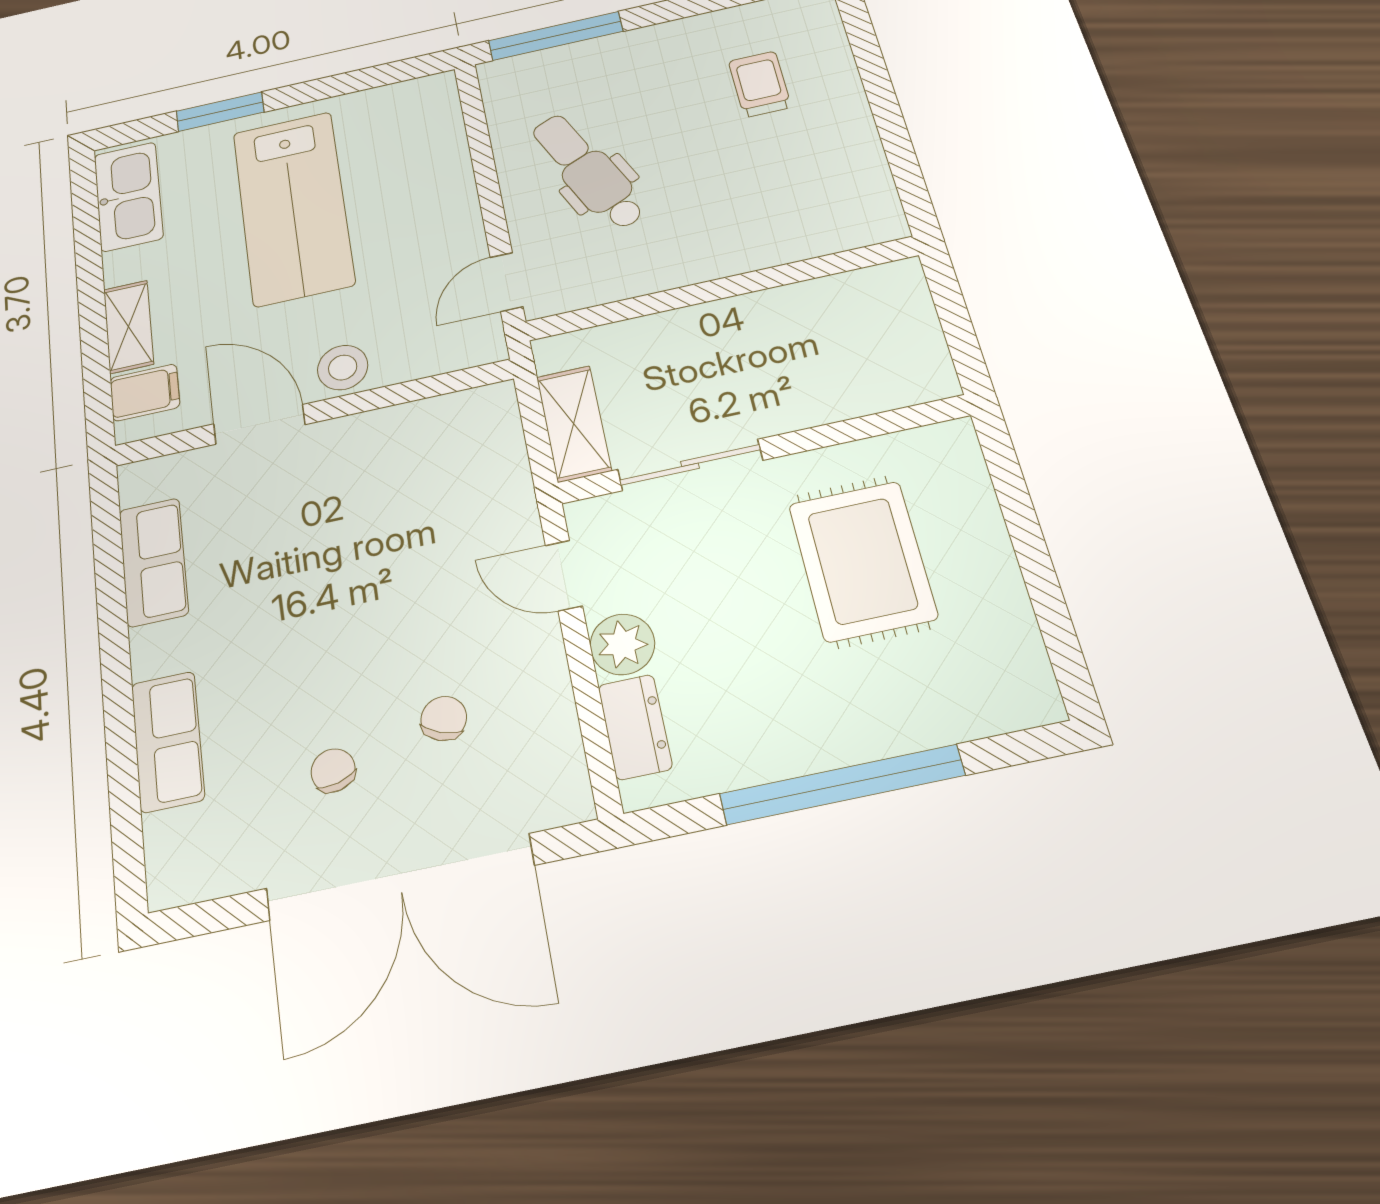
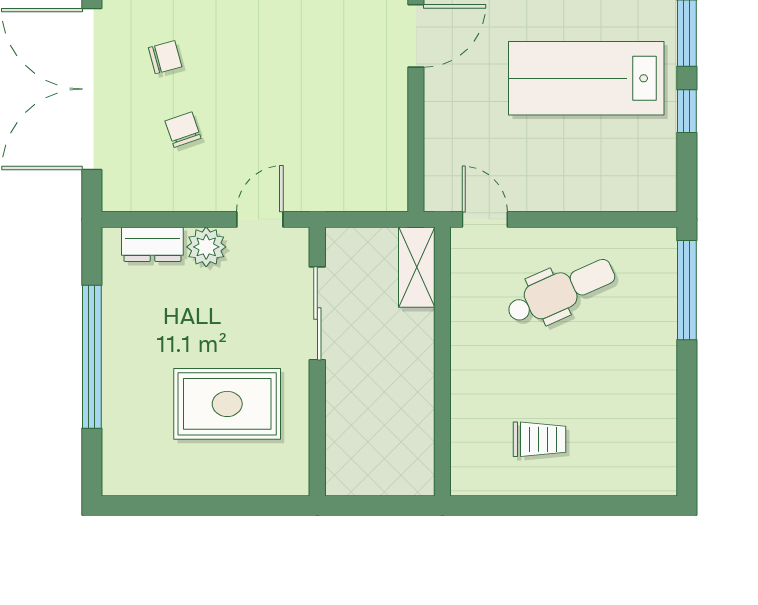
trolley: (760, 84) -> (539, 439), moved
window: (321, 89) -> (687, 111), added
stool: (343, 368) -> (446, 98), removed
shelving: (574, 423) -> (417, 267), moved, turned 90
chair: (444, 718) -> (183, 130), turned -130

